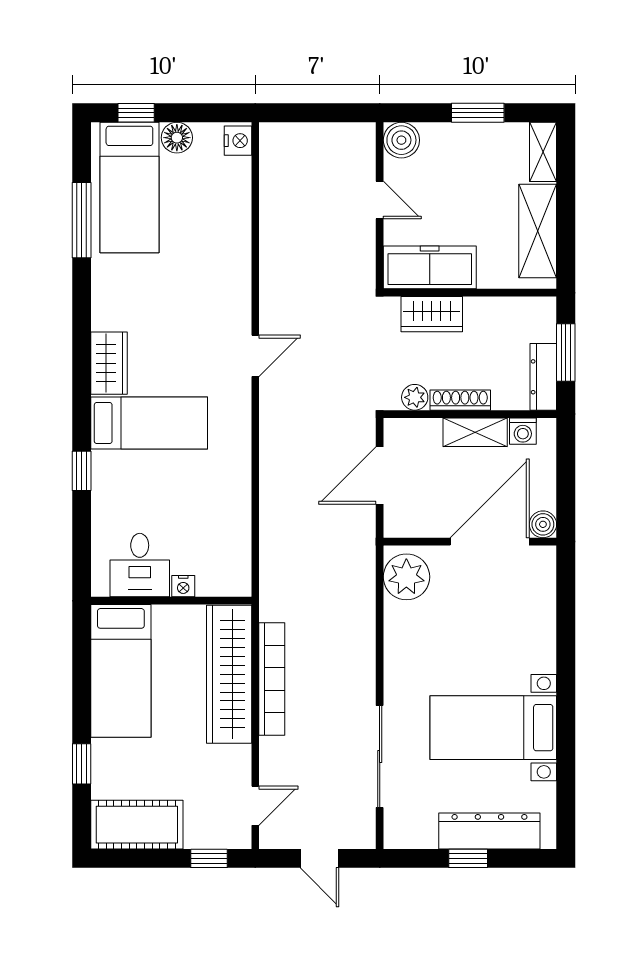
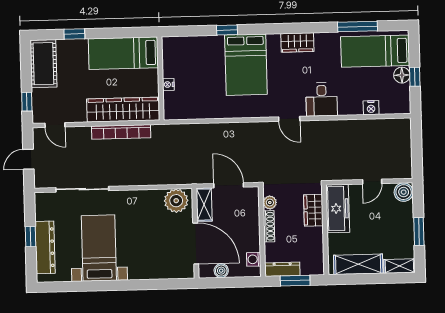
window: (136, 113) -> (415, 77), moved
nightstand: (238, 141) -> (371, 108), moved
wardrobe: (109, 363) -> (297, 42), moved
bed: (149, 423) -> (246, 65), width x1.50
shelving: (475, 432) -> (204, 205), moved
boiler: (543, 524) -> (221, 271), moved
desk: (140, 565) -> (322, 99), moved, turned -90

